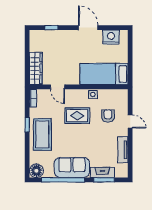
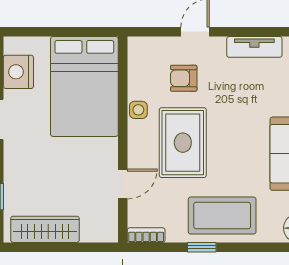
wardrobe: (36, 68) -> (45, 229), moved
bed: (104, 74) -> (84, 86), width x1.50
rug: (77, 116) -> (183, 143), width x1.36, depth x1.43

